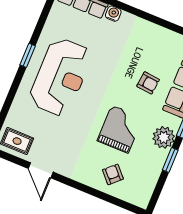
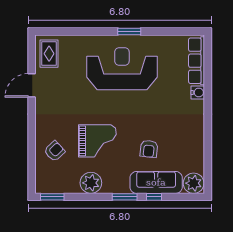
reception desk: (61, 77) -> (122, 69), turned 180
plant: (164, 137) -> (91, 183), moved
window: (170, 160) -> (52, 197), moved

